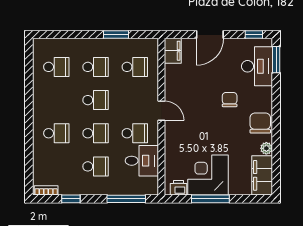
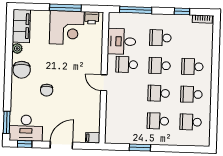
filing cabinet: (173, 51) -> (93, 138), width x0.50
desk: (257, 66) -> (26, 128), moved, turned -90
school desk: (135, 67) -> (191, 94), moved

